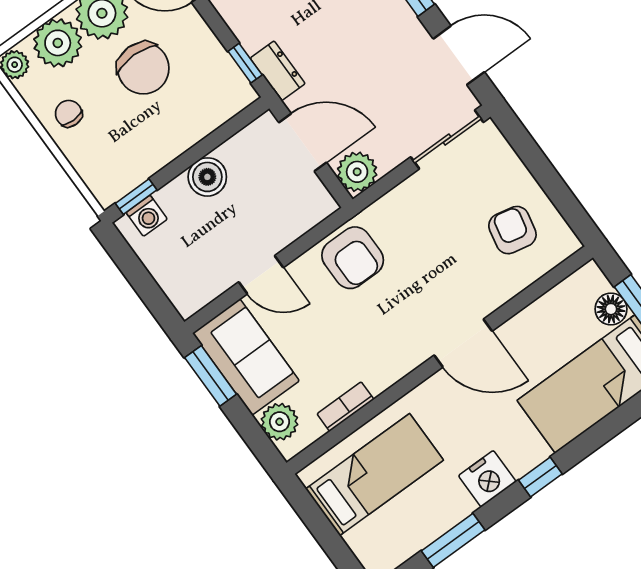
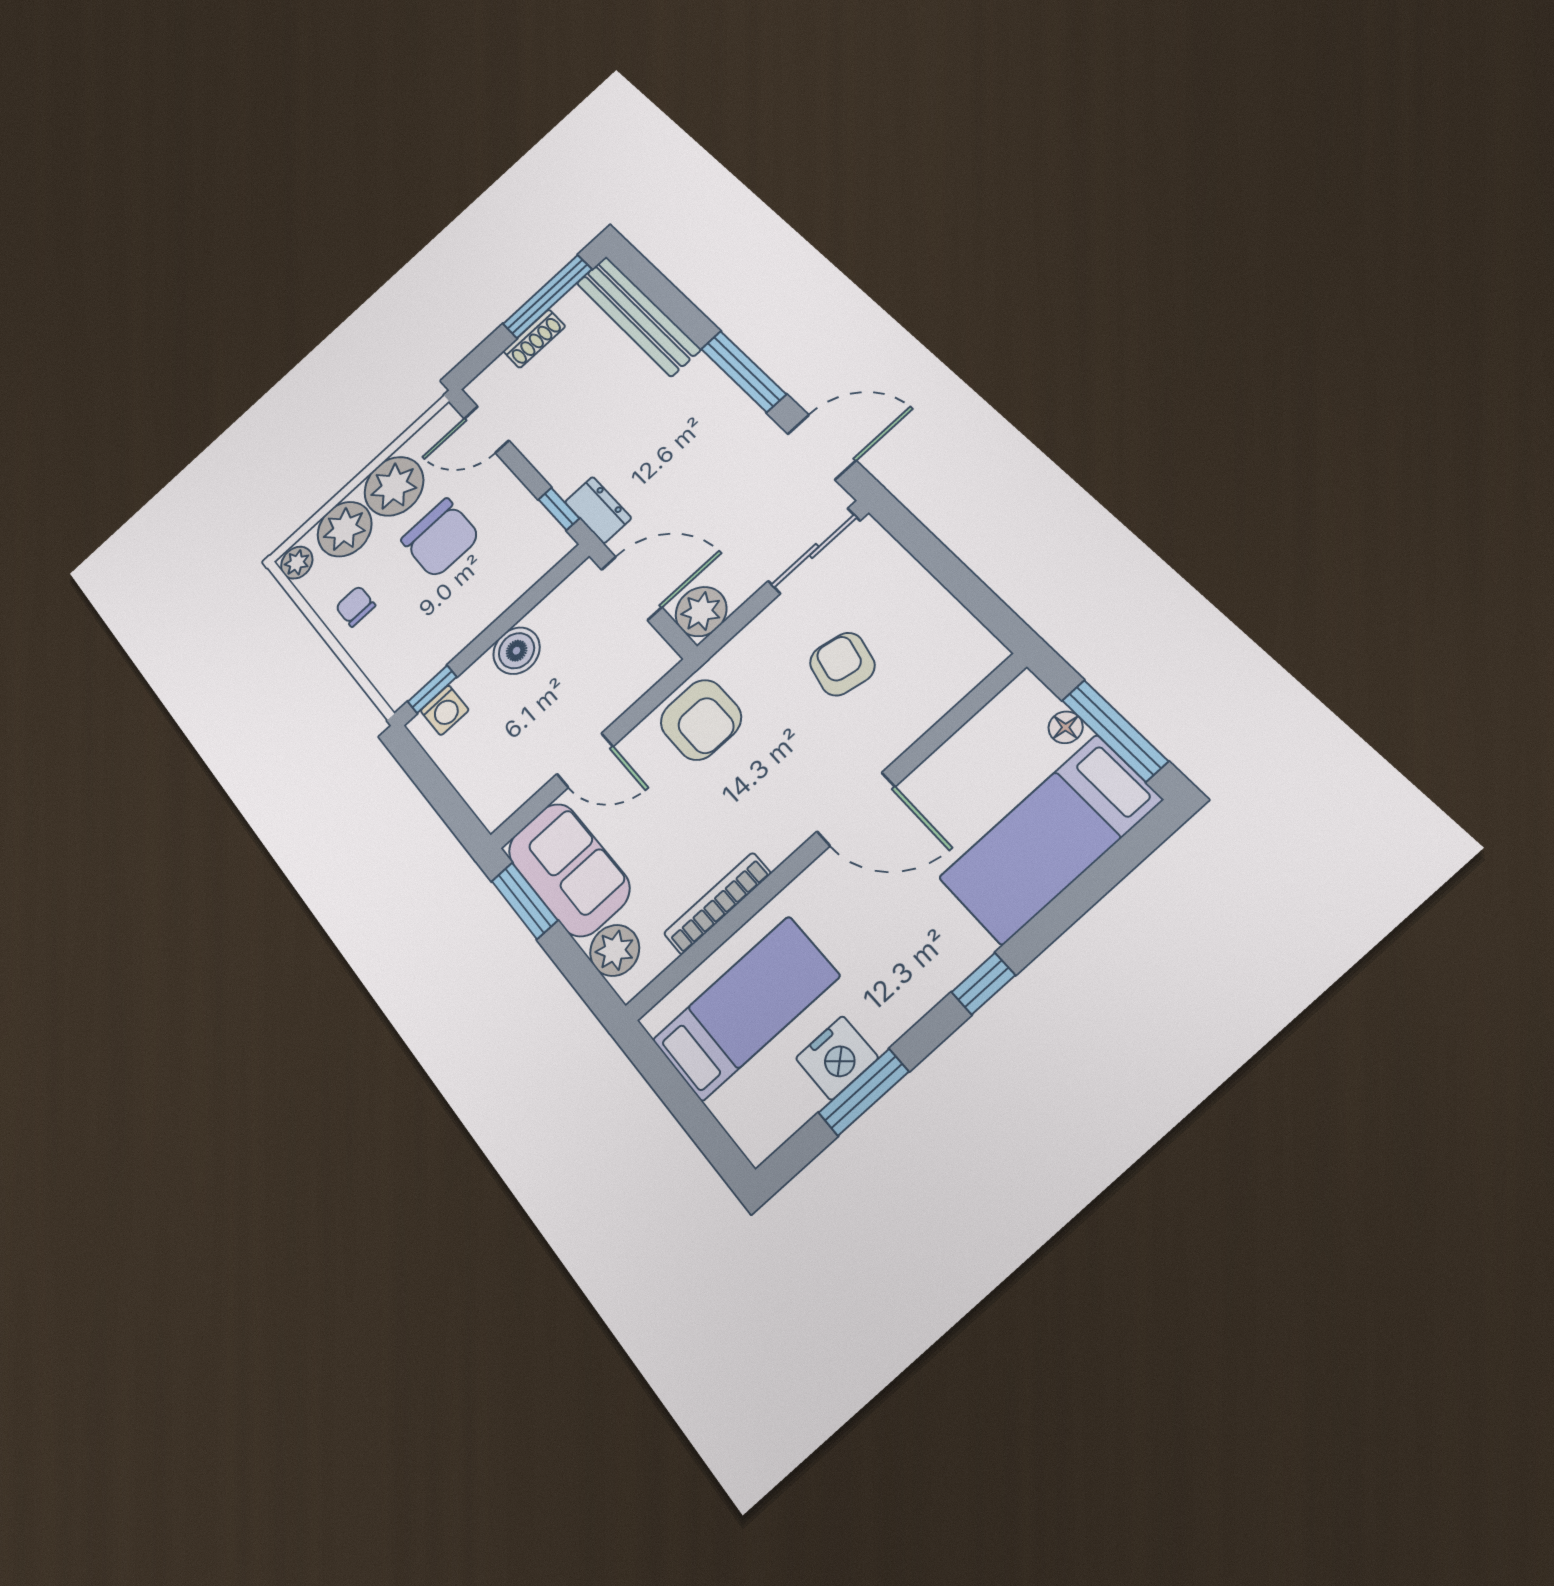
armchair: (512, 230) -> (842, 664), moved
floor lamp: (611, 309) -> (1066, 727), width x0.73, depth x0.73
bookcase: (345, 407) -> (717, 903), width x1.56
nightstand: (487, 479) -> (837, 1058), moved

